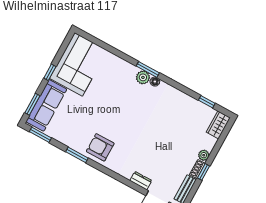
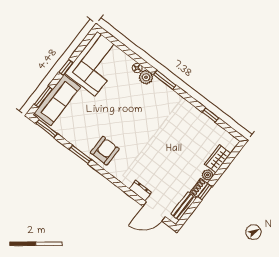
plant: (143, 77) -> (146, 77), moved
floor lamp: (155, 82) -> (137, 68), moved
window: (207, 102) -> (210, 115), moved
wardrobe: (218, 125) -> (218, 159), moved
armchair: (100, 147) -> (105, 151), turned 90

